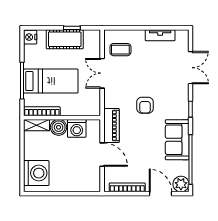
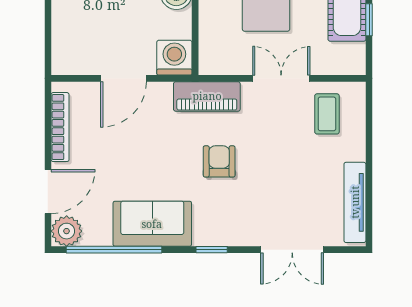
tv unit: (160, 35) -> (355, 202), width x1.41
armchair: (145, 105) -> (219, 161), turned 90
piano: (111, 126) -> (207, 96), moved
washing machine: (77, 128) -> (174, 58), moved, turned 90

